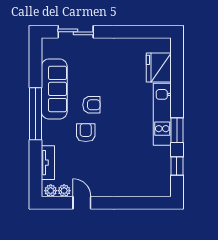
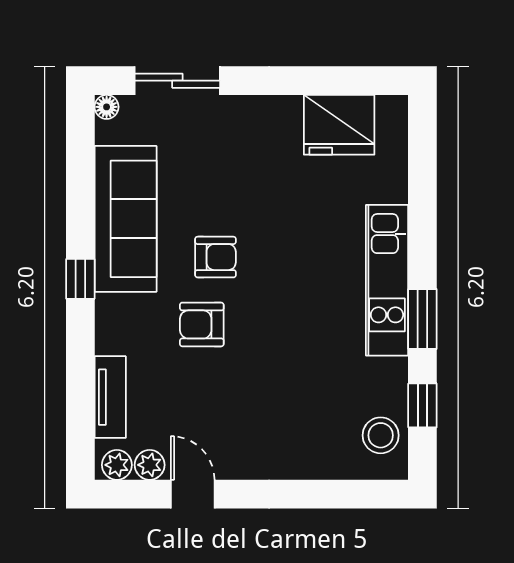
floor lamp: (46, 43) -> (107, 107), added
fridge: (159, 67) -> (339, 125), moved, turned -90
window: (35, 114) -> (80, 279), width x0.32
armchair: (86, 133) -> (202, 324), turned -90
stool: (160, 178) -> (381, 435), added

